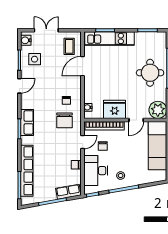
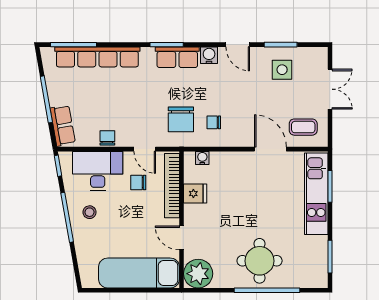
water cooler: (26, 40) -> (209, 55), moved
fridge: (115, 109) -> (195, 194), width x0.53, depth x0.75
chair: (65, 120) -> (181, 119), turned -90

